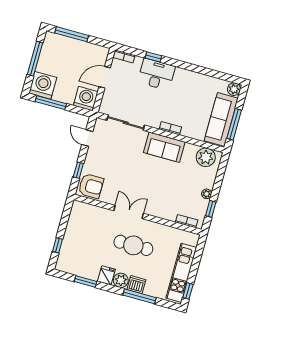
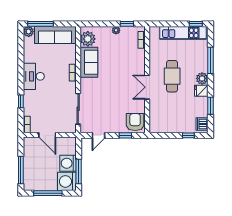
desk: (156, 74) -> (34, 76), moved
washing machine: (86, 99) -> (68, 163), moved
window: (234, 124) -> (40, 24), moved
sofa: (164, 147) -> (89, 62), moved
dishwasher: (136, 285) -> (202, 124), moved

